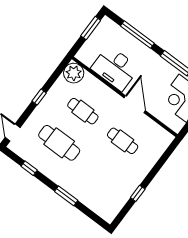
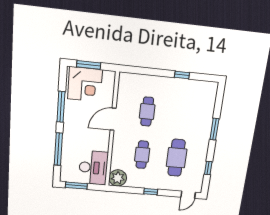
desk: (115, 68) -> (93, 168), moved

